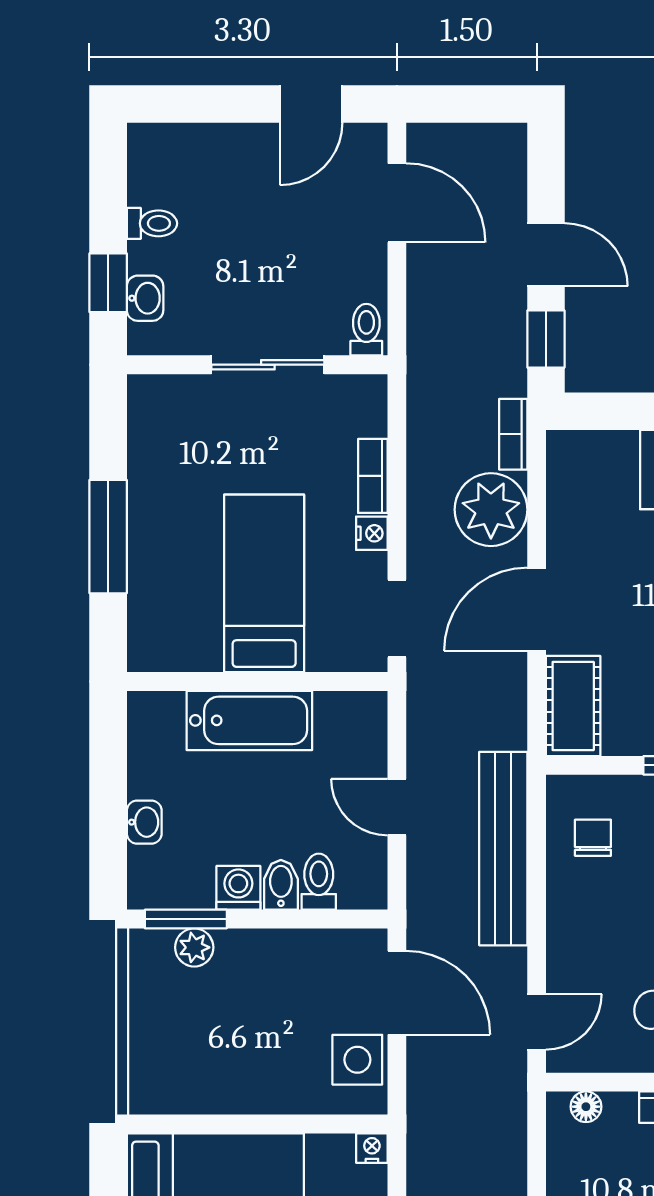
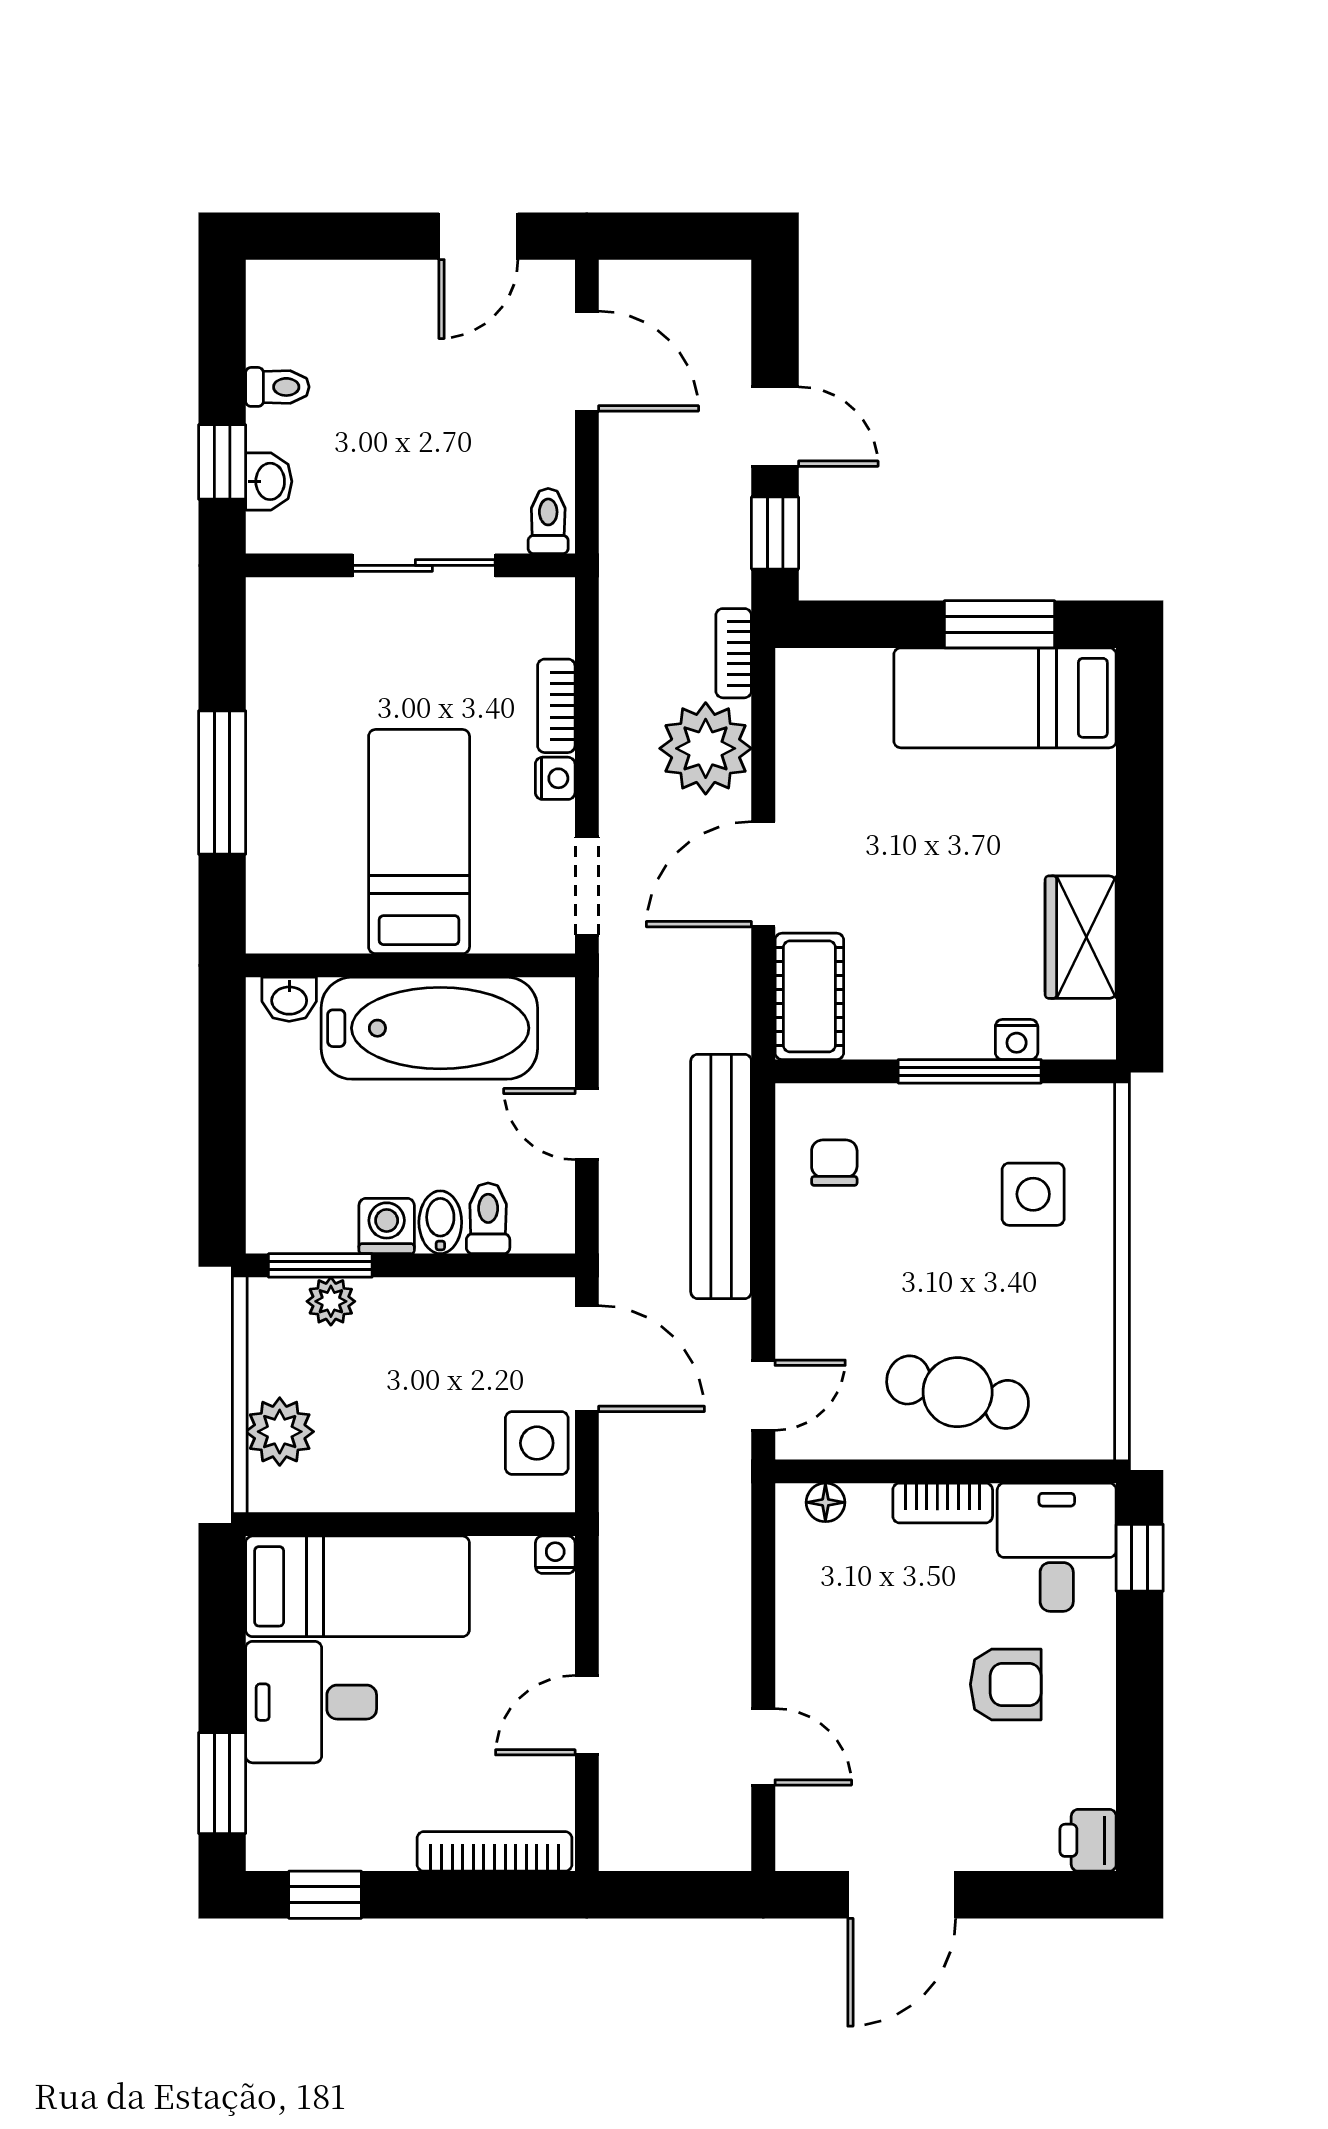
bathtub: (249, 720) -> (429, 1028), width x1.36, depth x1.36
washbasin: (144, 822) -> (289, 999), moved, turned 90
plant: (154, 1051) -> (280, 1432), added

